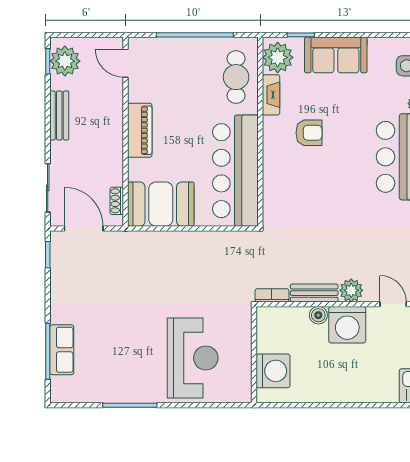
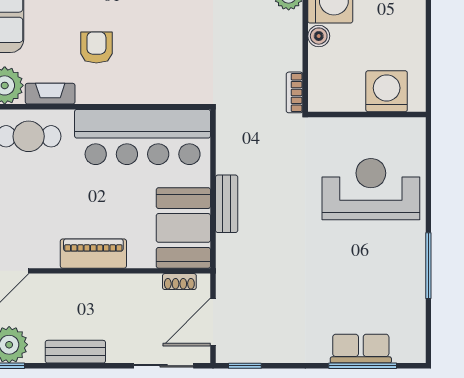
bench: (314, 293) -> (227, 204), moved

